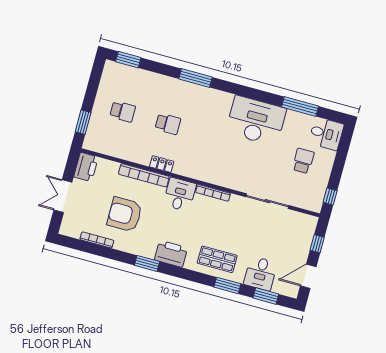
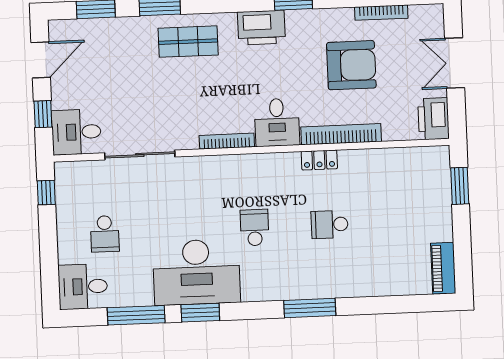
window: (128, 60) -> (200, 313), moved
piano: (109, 76) -> (443, 268), added
school desk: (123, 112) -> (255, 228), moved, turned 90
double door: (63, 196) -> (455, 63), swing flipped
desk: (260, 273) -> (76, 132), moved, turned -90

